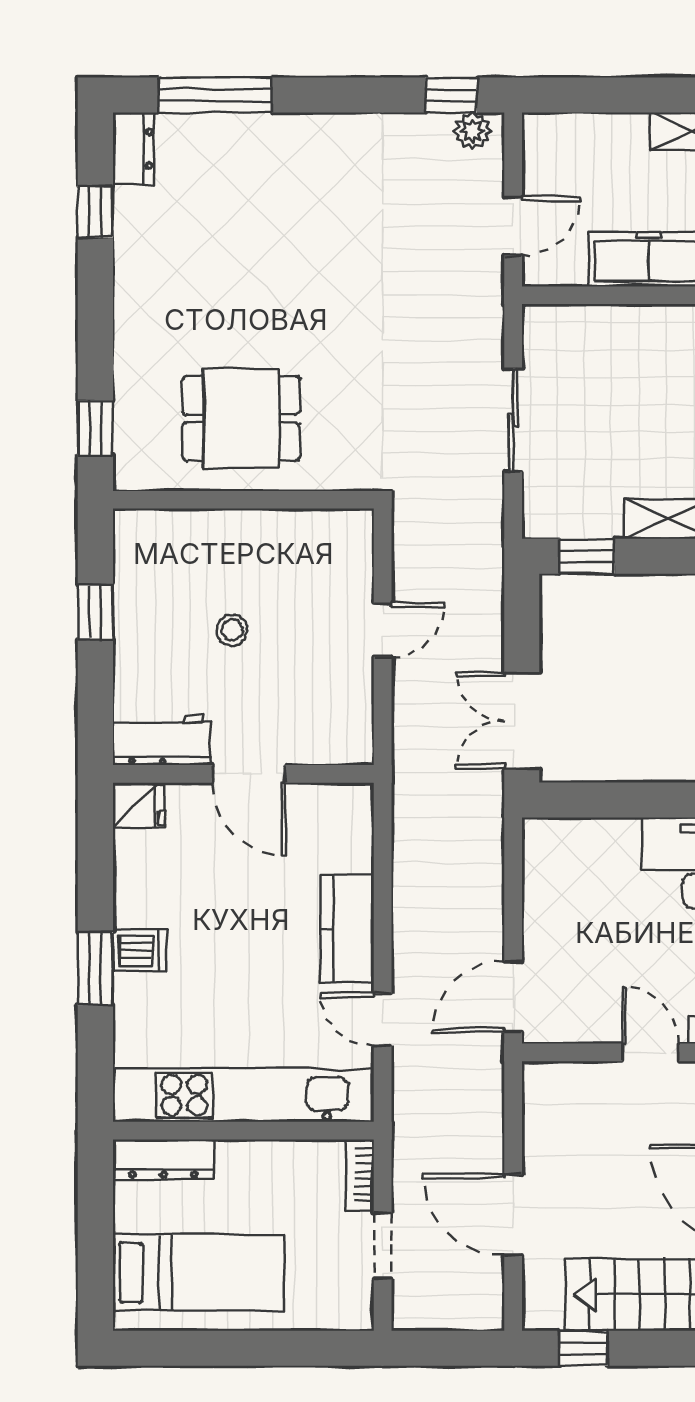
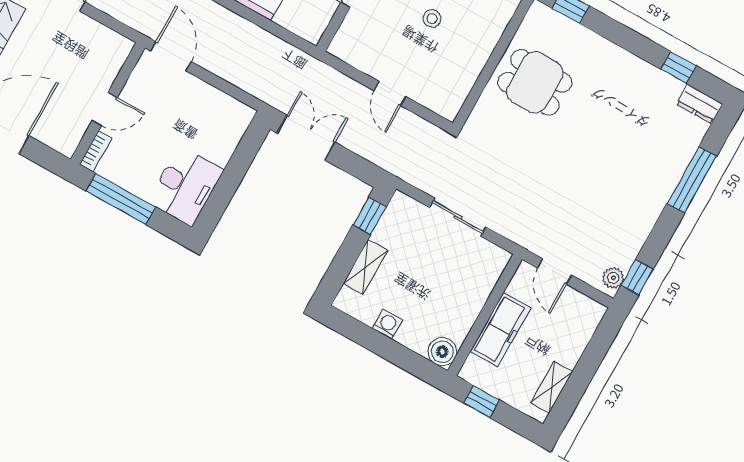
window: (215, 95) -> (692, 180), moved
dining table: (241, 418) -> (535, 82), turned 90

